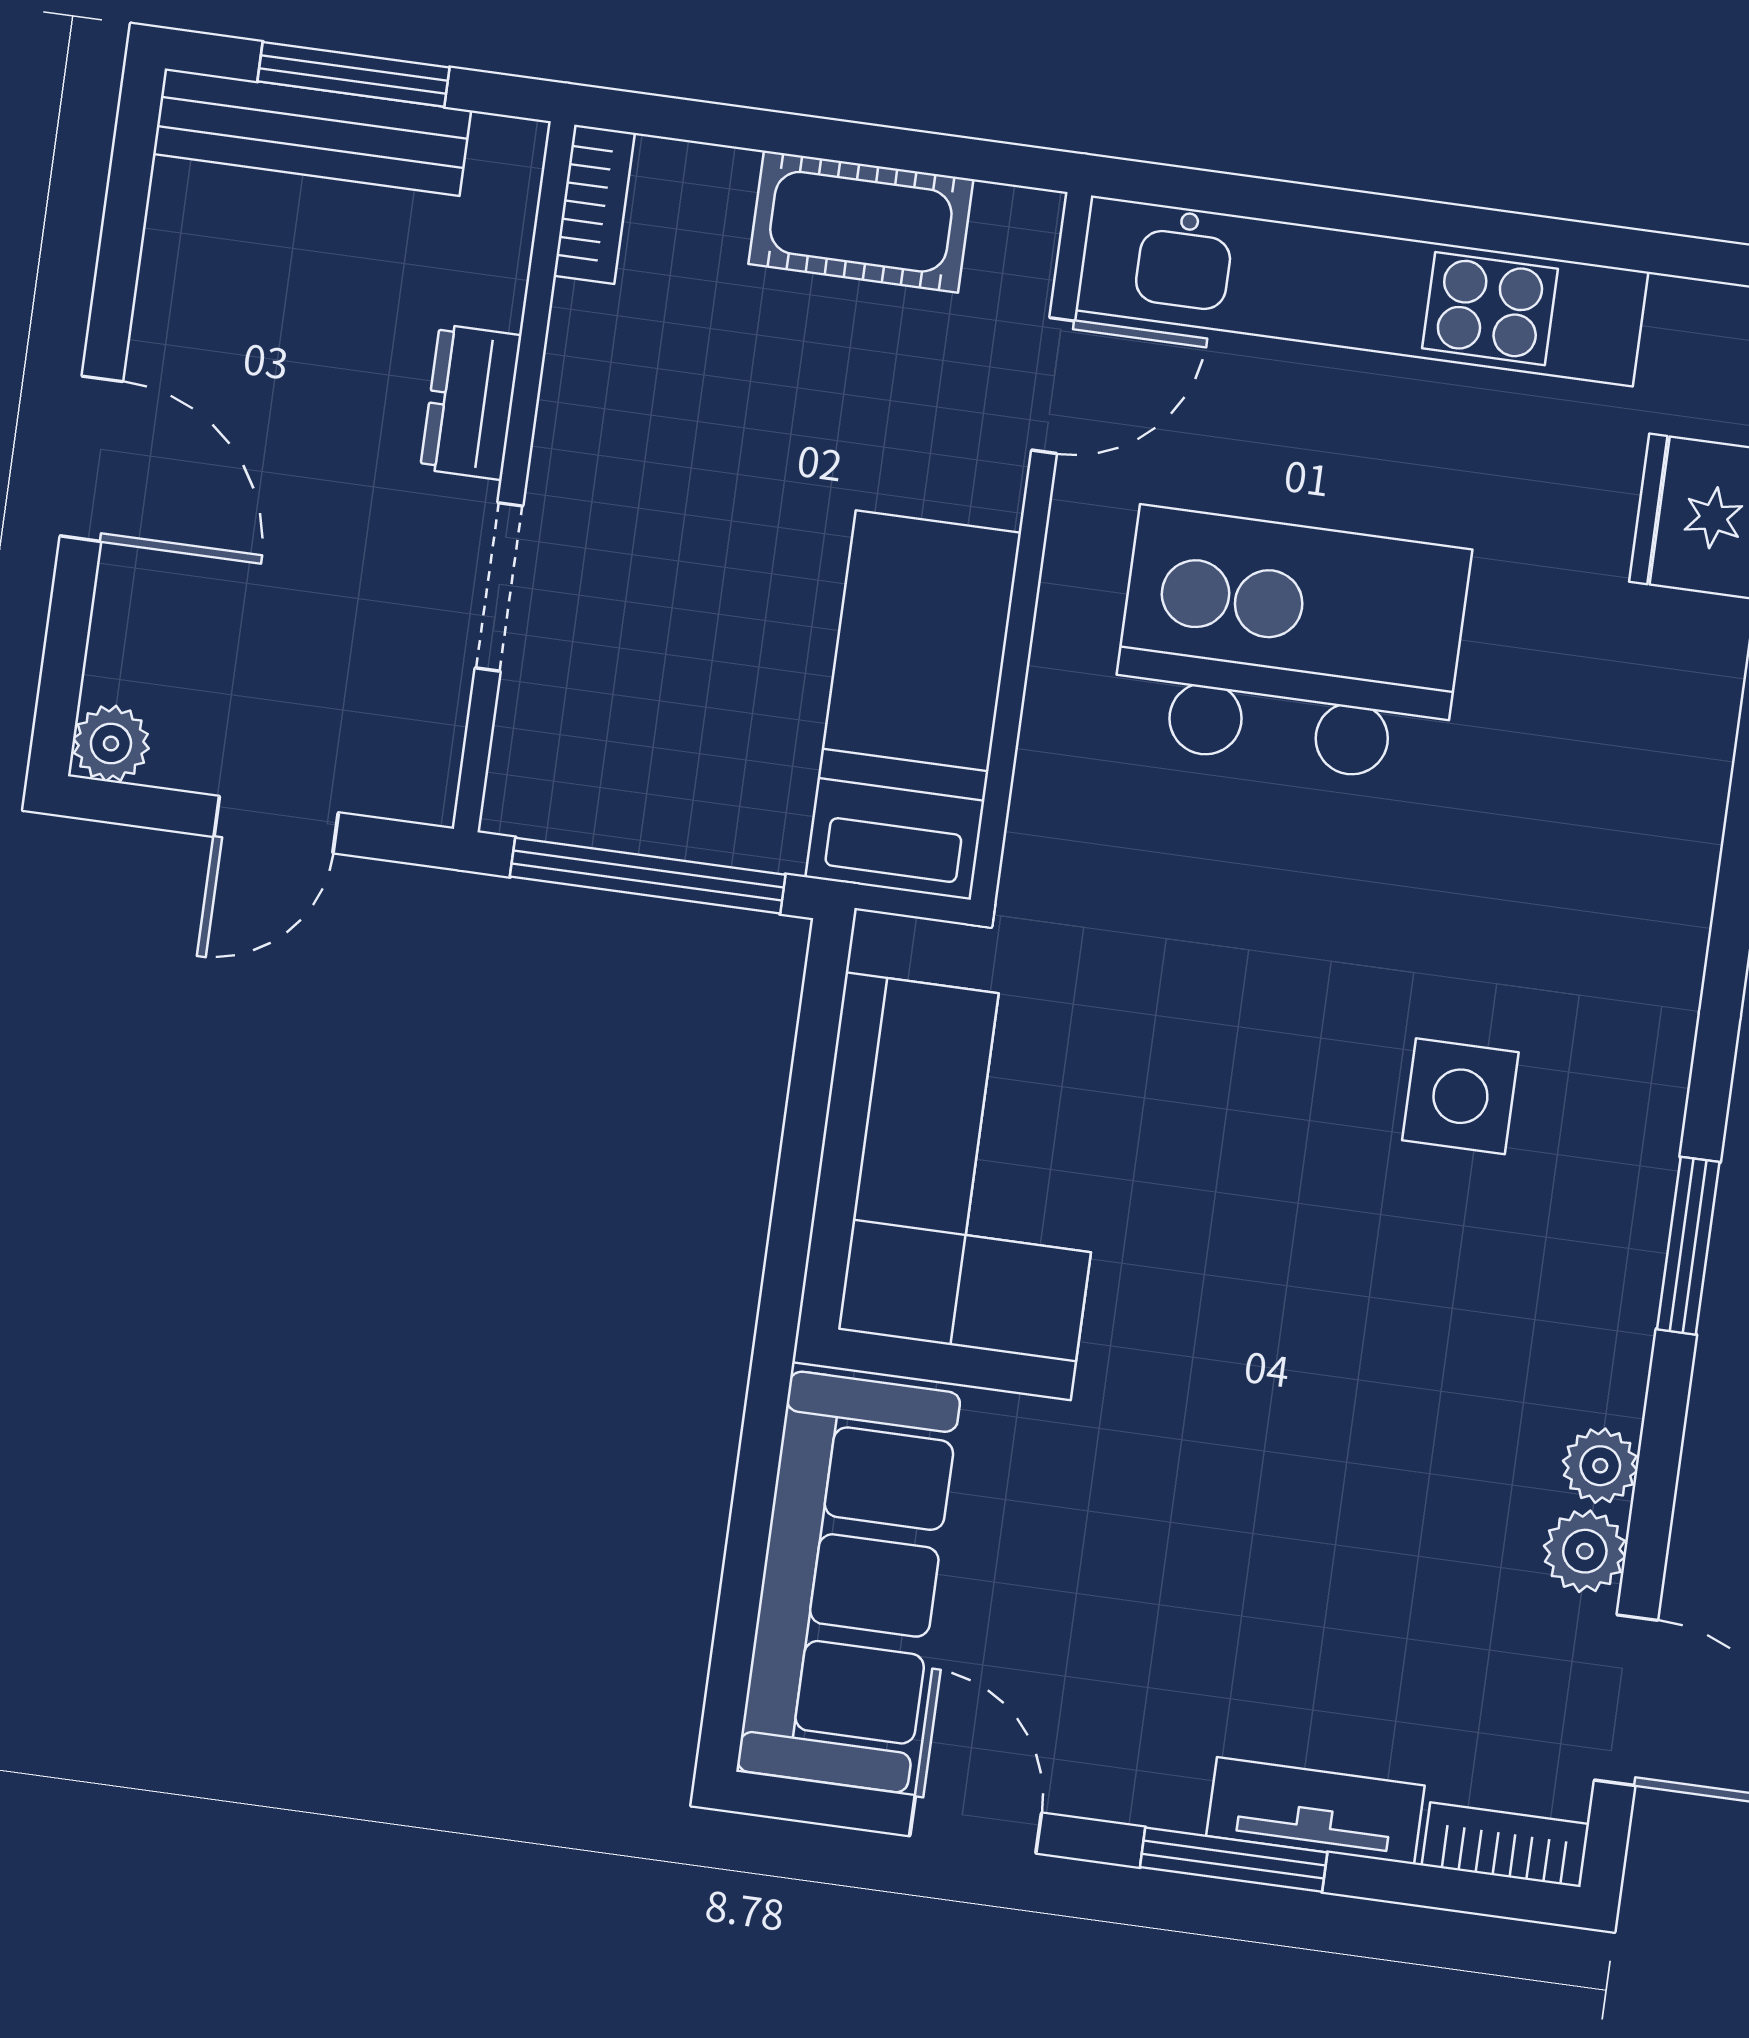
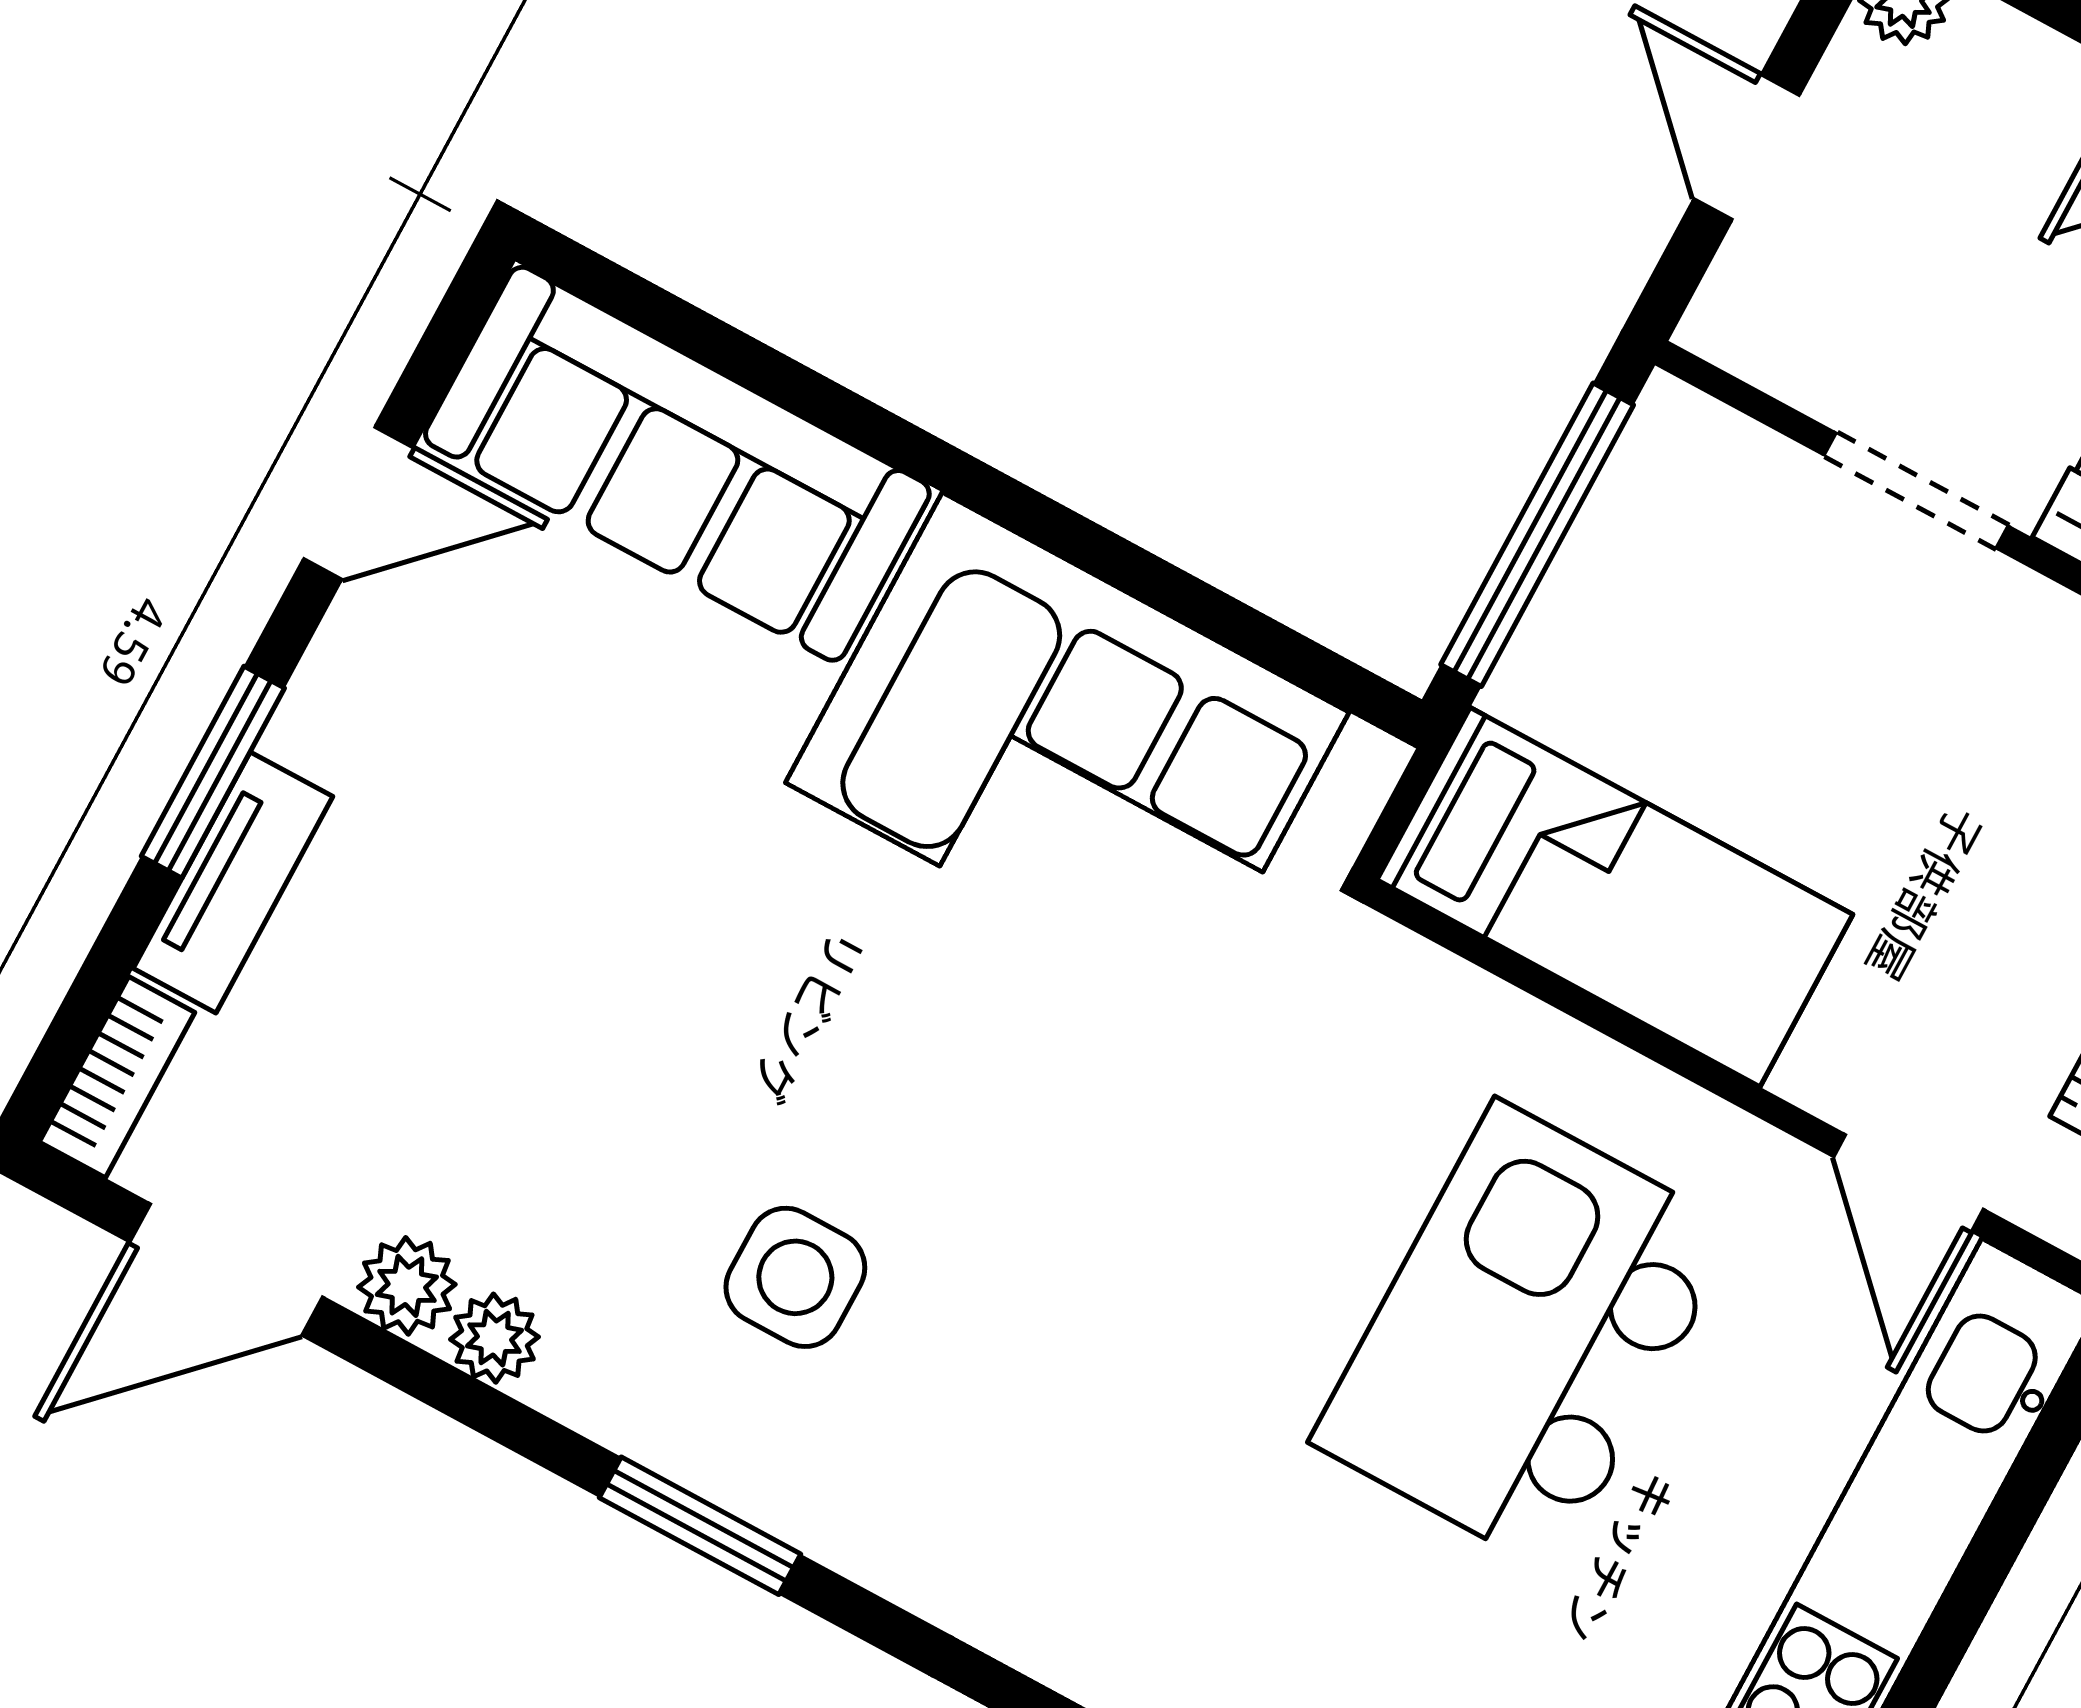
kitchen island: (1290, 645) -> (1525, 1336), turned 180
side table: (1460, 1096) -> (795, 1277), moved

